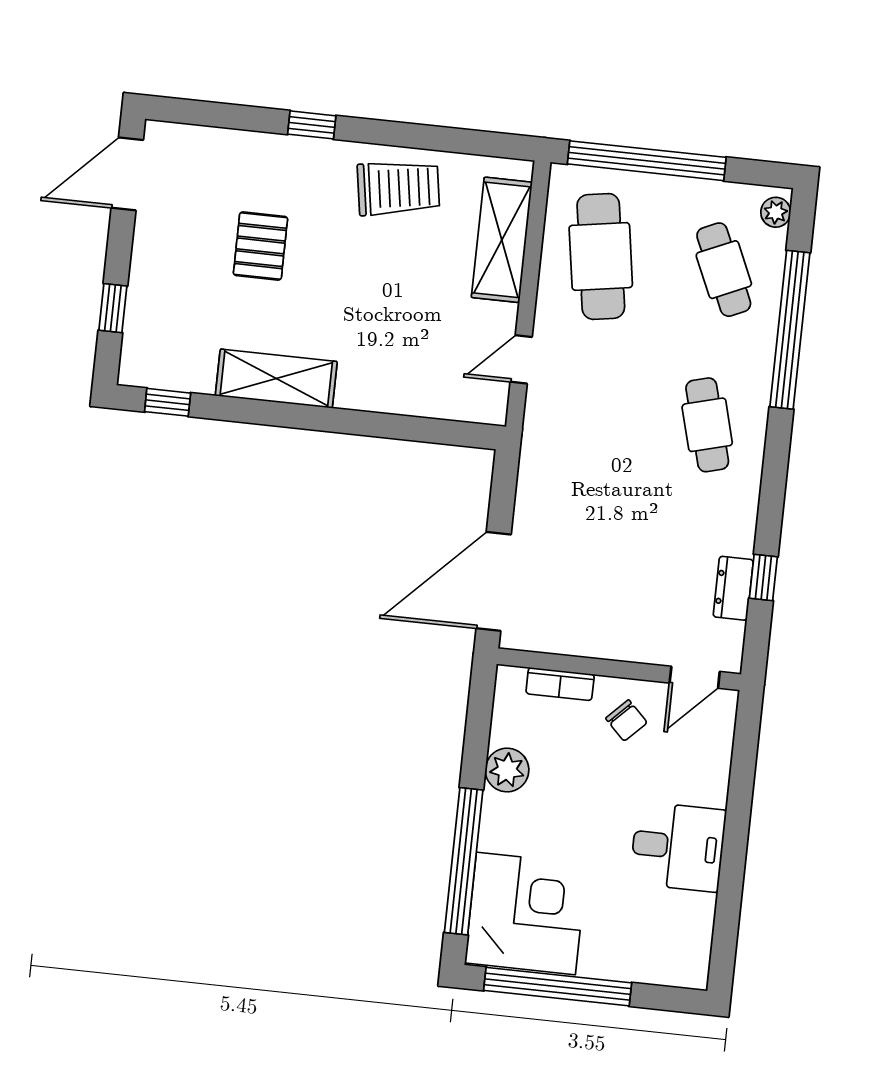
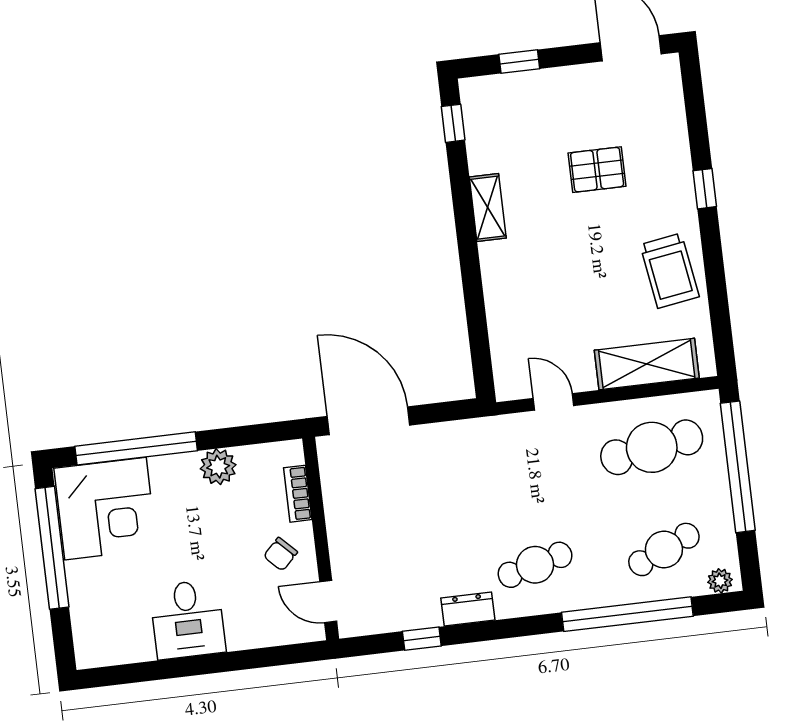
shelving: (276, 379) -> (488, 208), width x0.67, depth x0.75
dresser: (733, 588) -> (468, 609), moved

